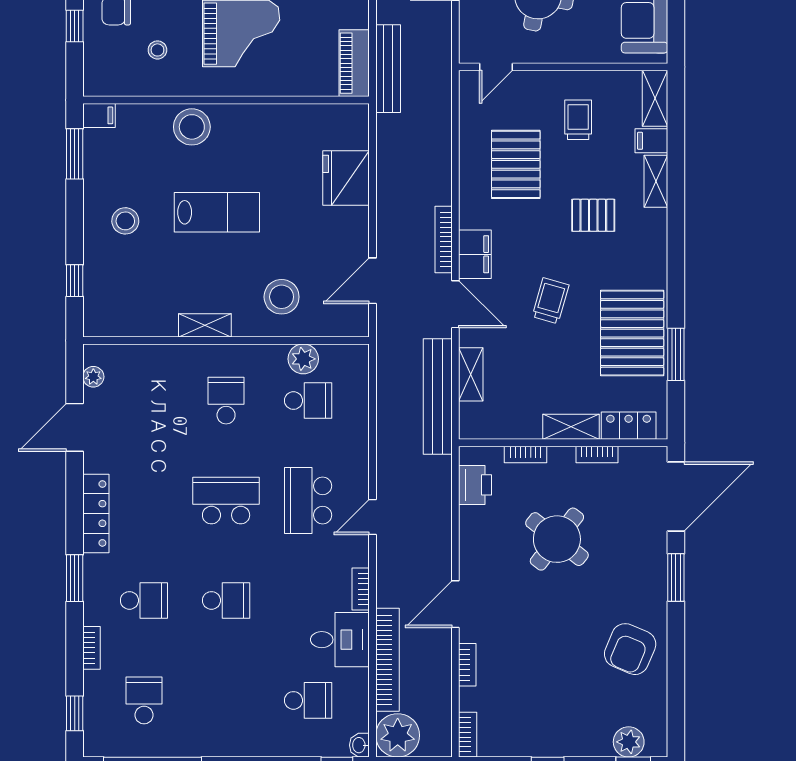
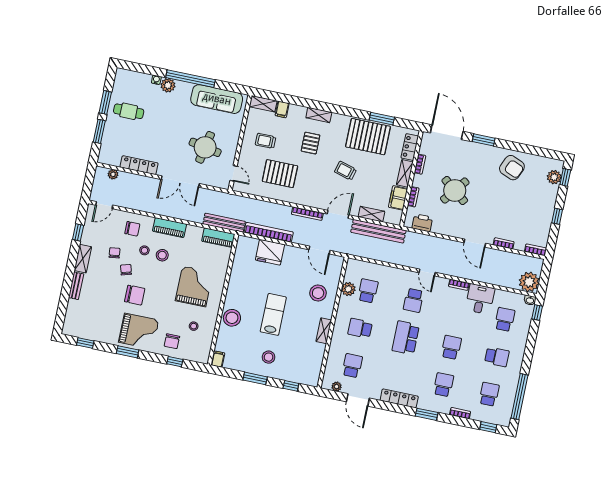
window: (75, 154) -> (255, 378), moved
shelving: (656, 181) -> (319, 115), moved
filing cabinet: (475, 254) -> (398, 198), moved, turned -90
school desk: (144, 401) -> (352, 366), added
school desk: (308, 500) -> (413, 300), width x0.54
bookcase: (388, 660) -> (269, 232), moved
school desk: (144, 700) -> (489, 394), turned 90
school desk: (226, 700) -> (497, 357), added

